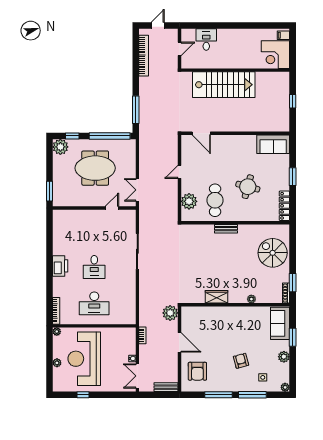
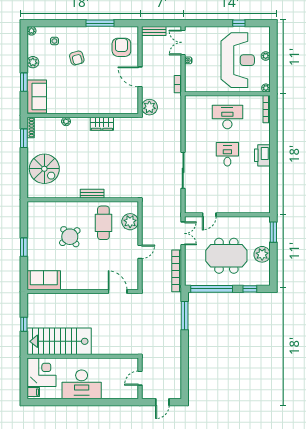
desk: (206, 39) -> (82, 384), moved, width x1.87, depth x1.30
bookcase: (144, 56) -> (177, 271), moved
stairs: (224, 85) -> (59, 341), moved
plant: (60, 147) -> (262, 254), moved
round table: (248, 187) -> (70, 237), turned 35
locker: (284, 206) -> (32, 217), removed
double door: (137, 376) -> (183, 42), swing flipped
window: (252, 395) -> (65, 23), removed

